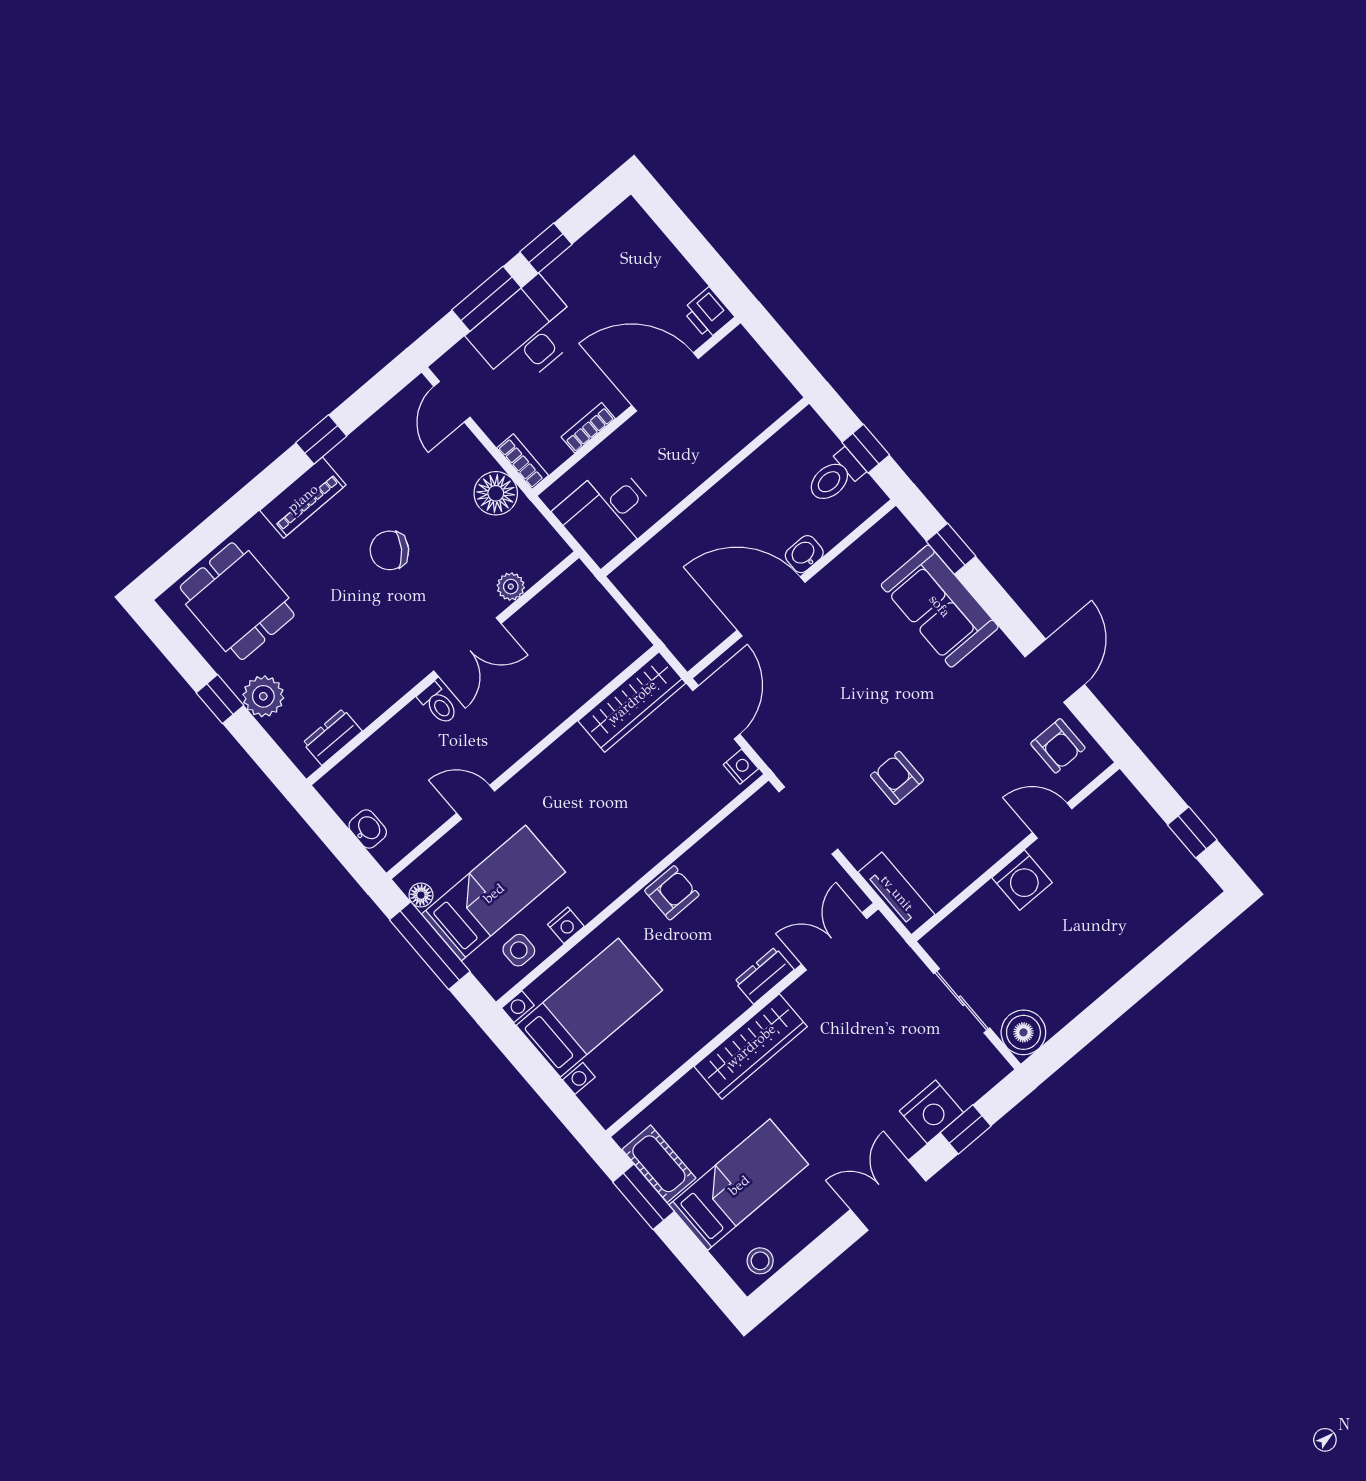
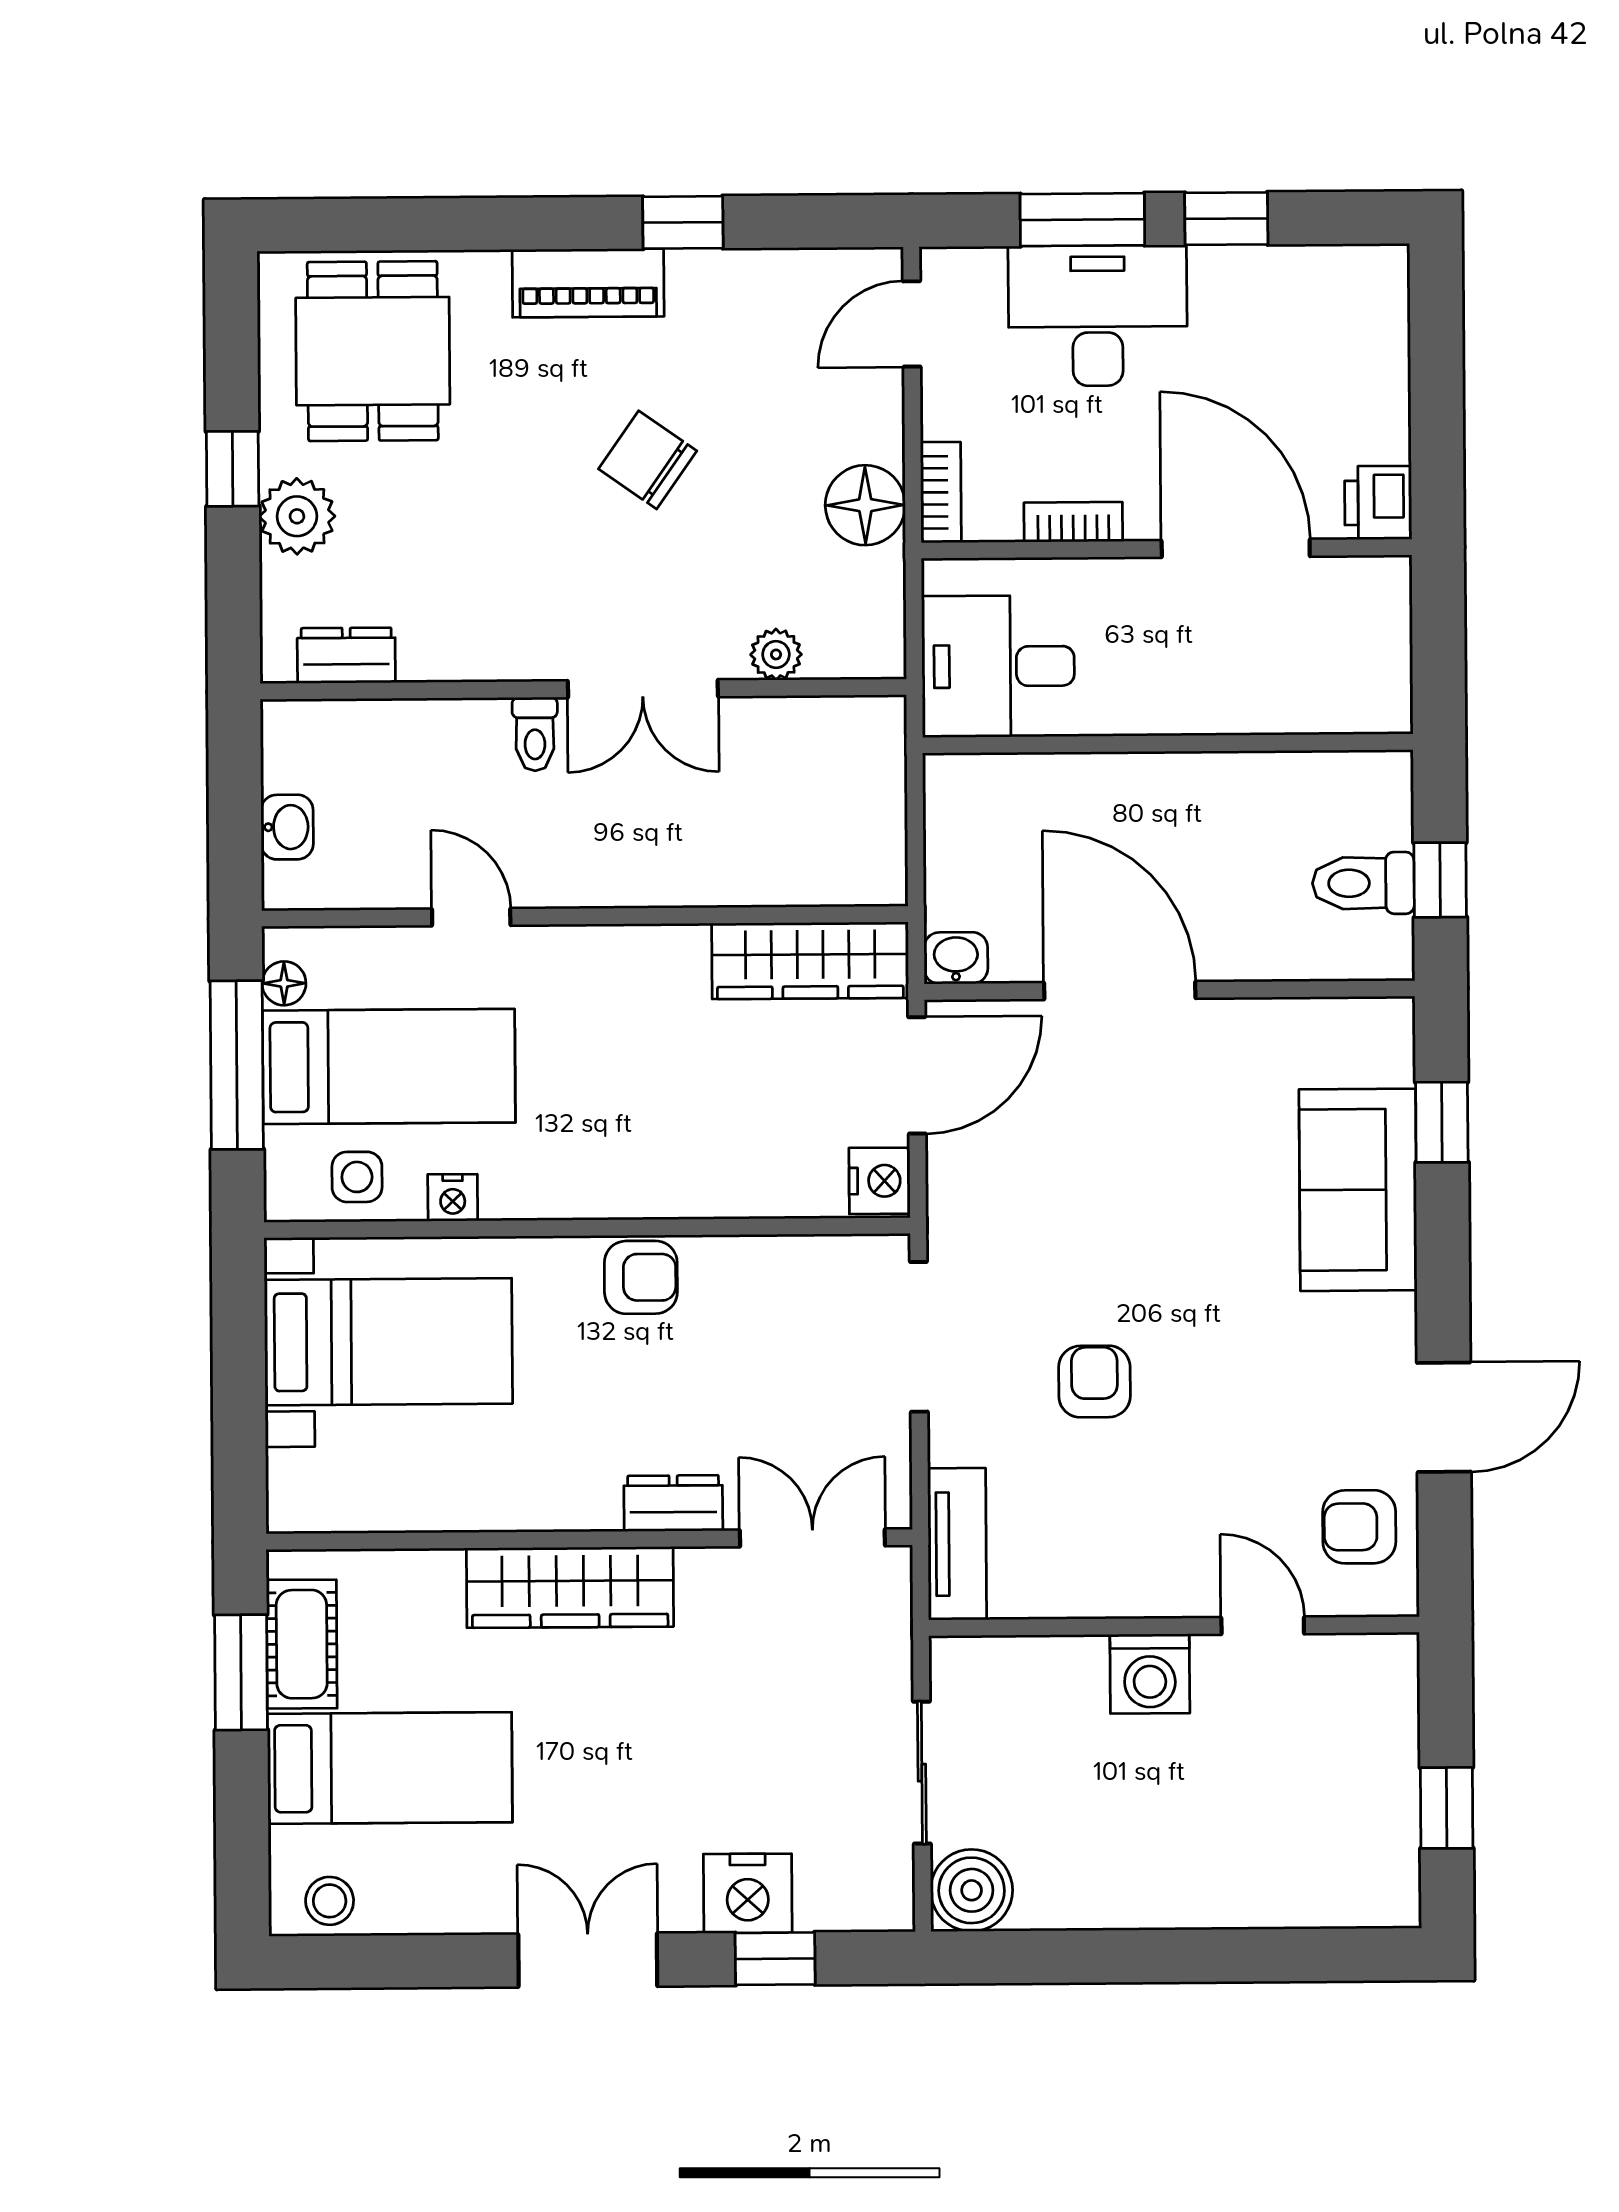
washbasin: (804, 554) -> (956, 958), moved
armchair: (1058, 746) -> (1359, 1527), turned 90
nightstand: (741, 767) -> (880, 1181), width x1.39, depth x1.35

